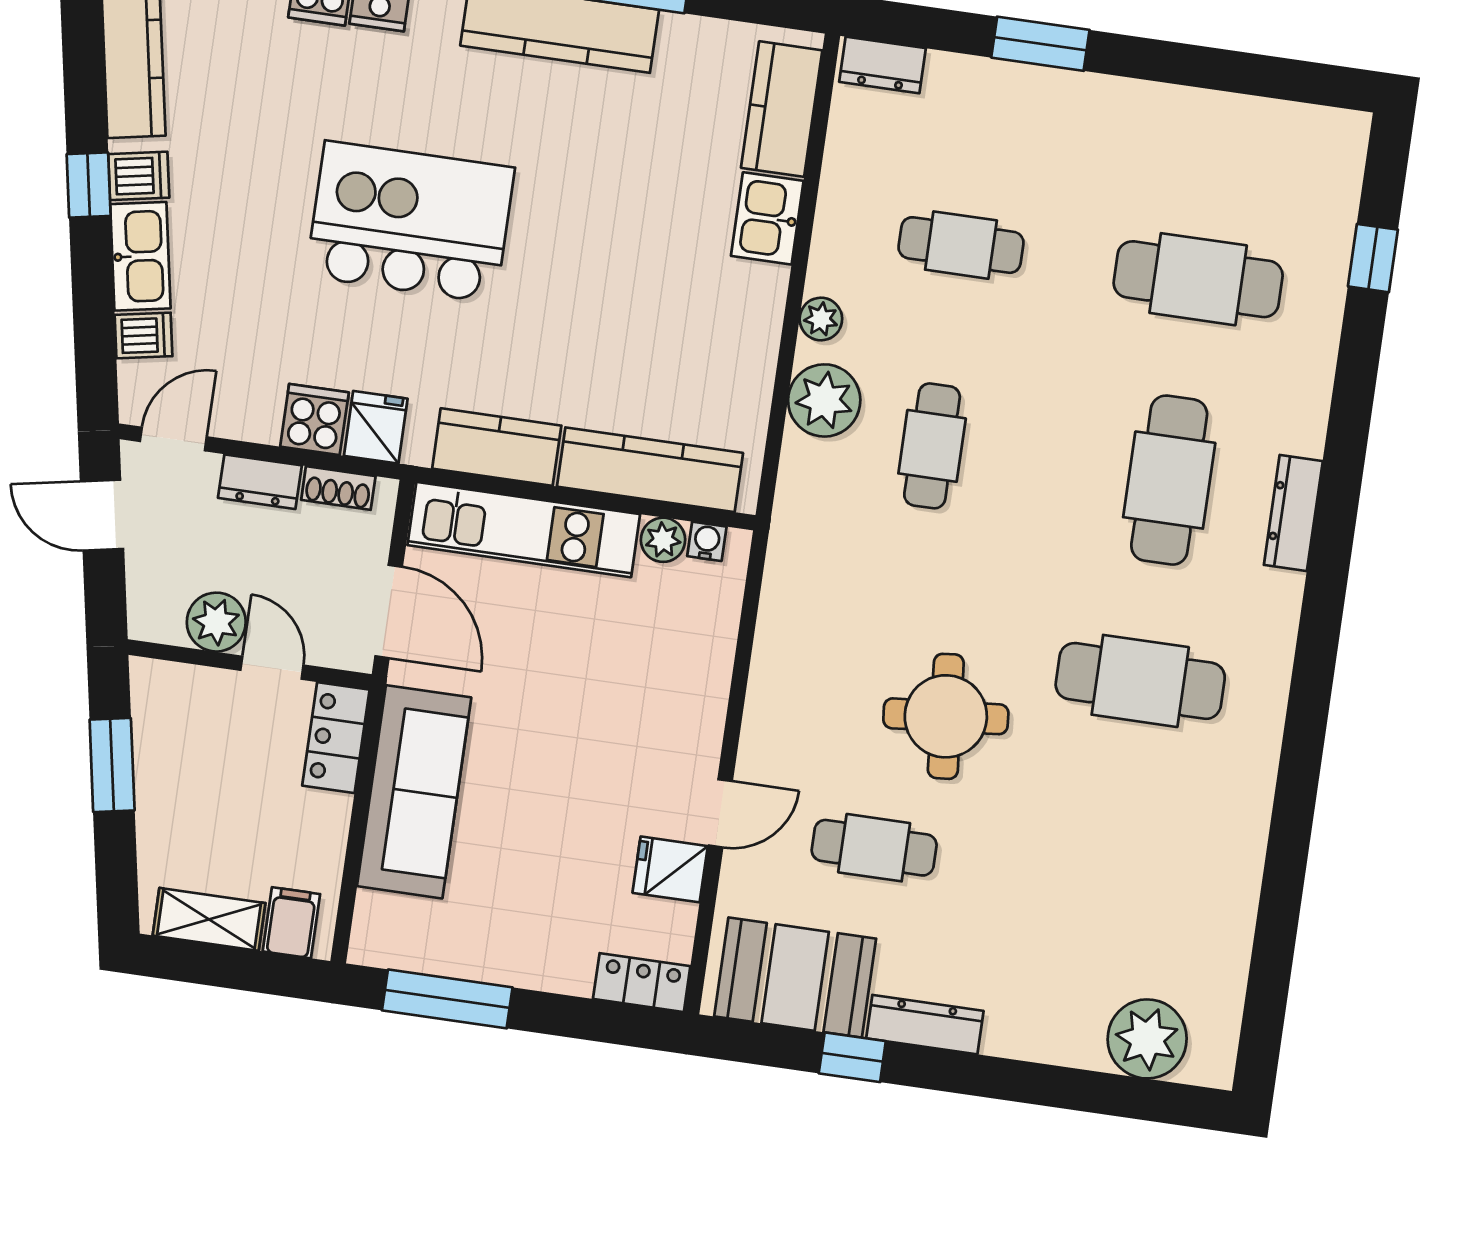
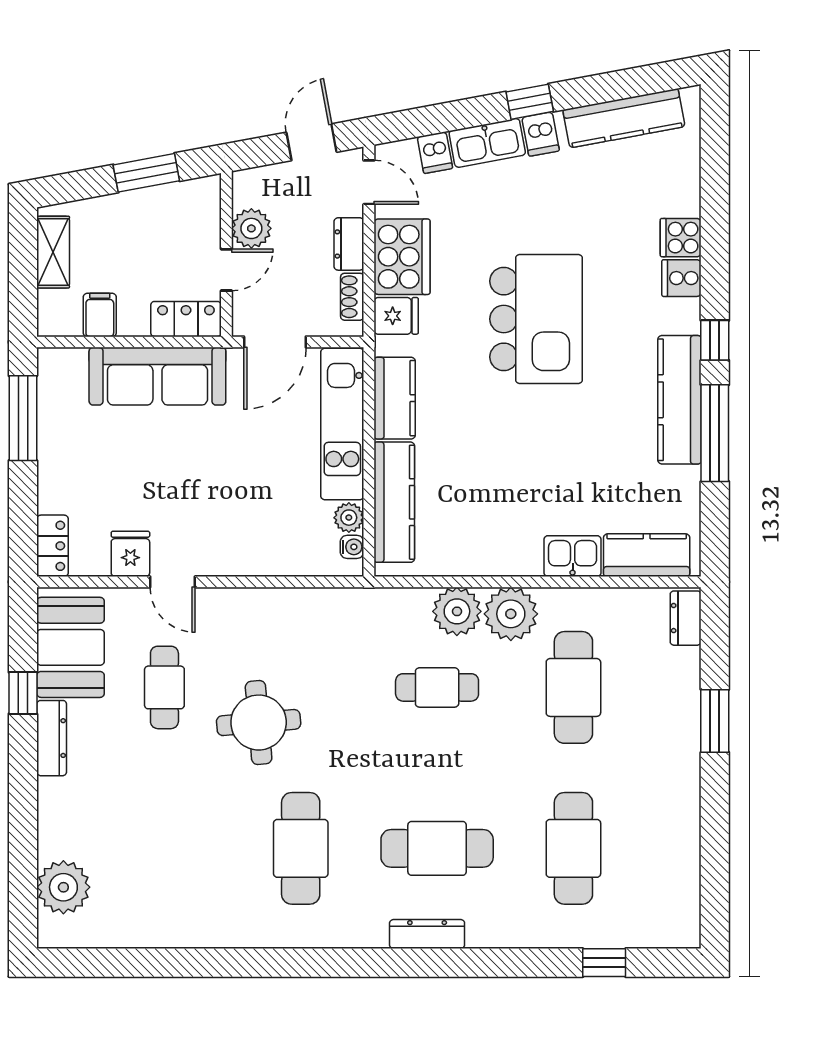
cafe table: (961, 245) -> (573, 687), width x1.37, depth x1.35
plant: (821, 319) -> (511, 614), width x1.88, depth x1.88
cooker: (314, 420) -> (402, 257), width x1.87, depth x1.31
filing cabinet: (291, 923) -> (100, 315), moved, turned -90

